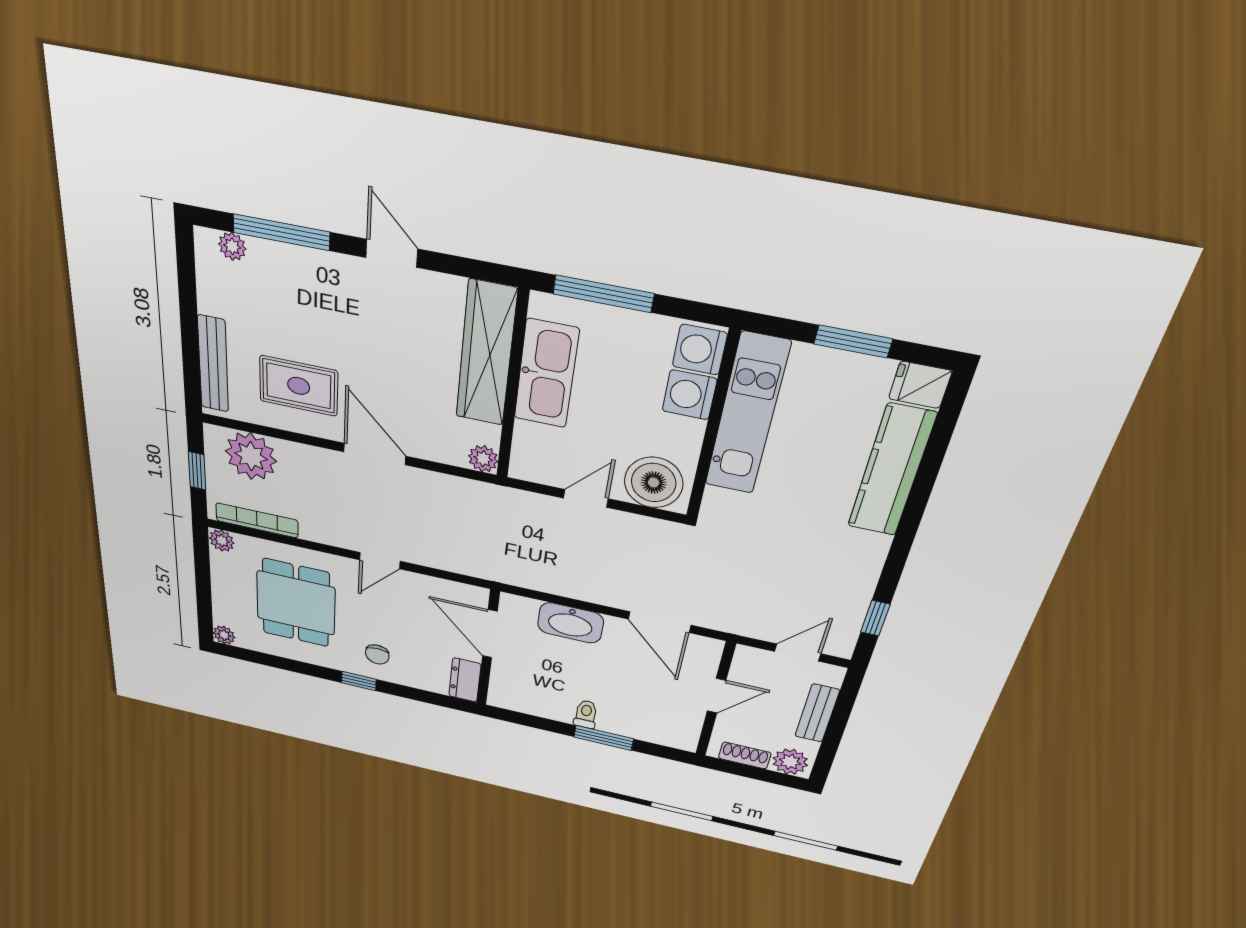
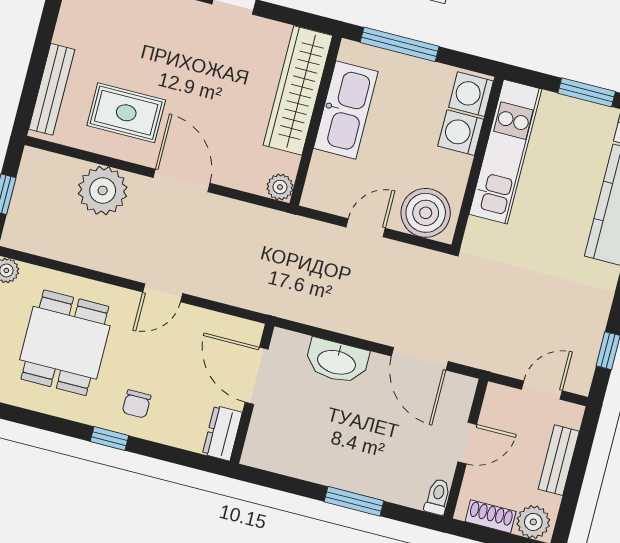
plant: (251, 456) -> (103, 191), moved
bookcase: (257, 520) -> (49, 248), removed
toilet: (586, 714) -> (438, 497), moved

